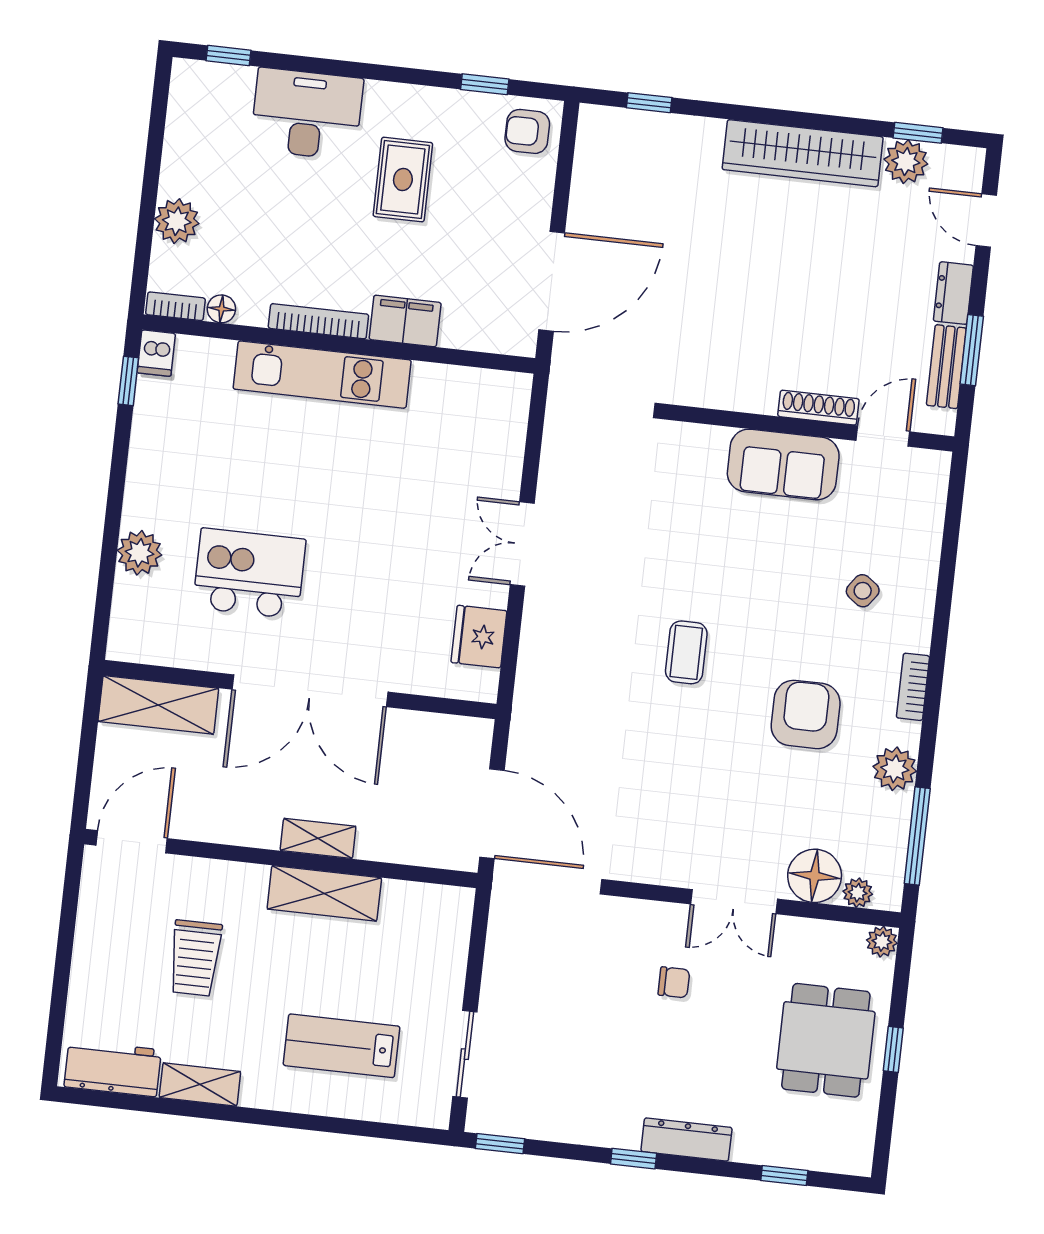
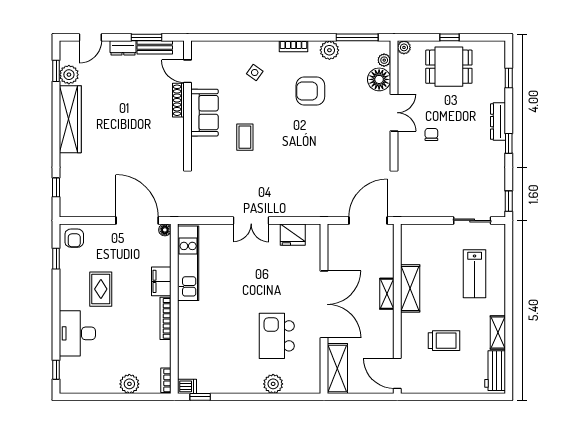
rug: (403, 180) -> (101, 289), turned 90
floor lamp: (221, 309) -> (165, 230), moved
kitchen unit: (322, 375) -> (188, 263), moved
coffee table: (686, 652) -> (245, 137), moved, turned 90

